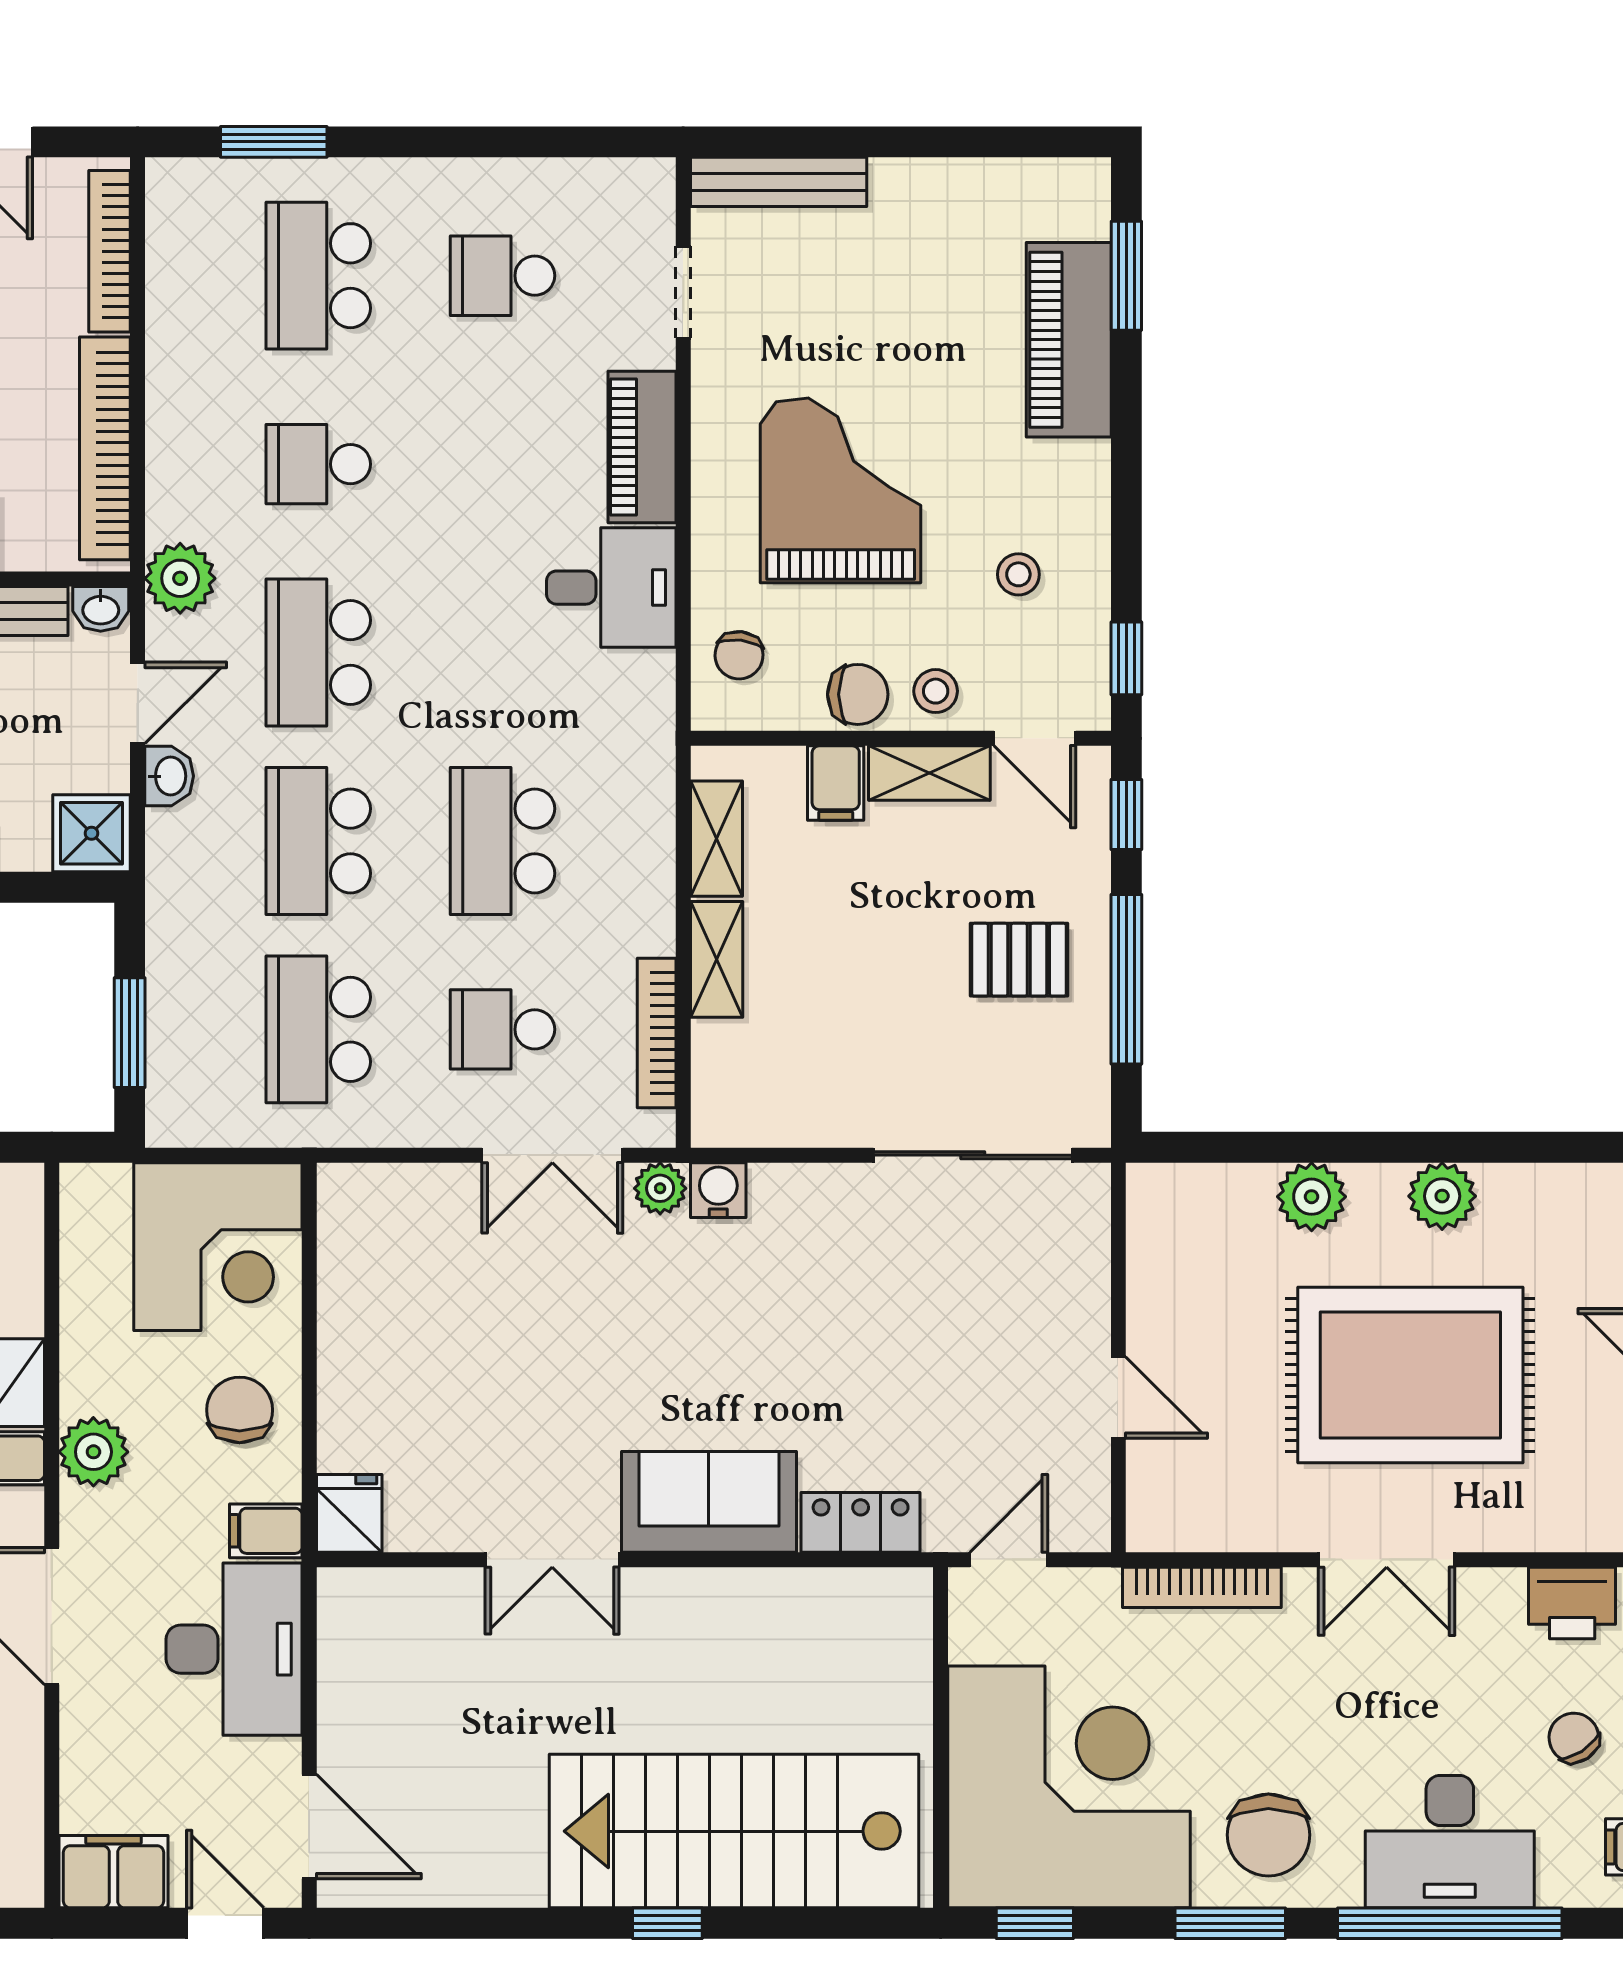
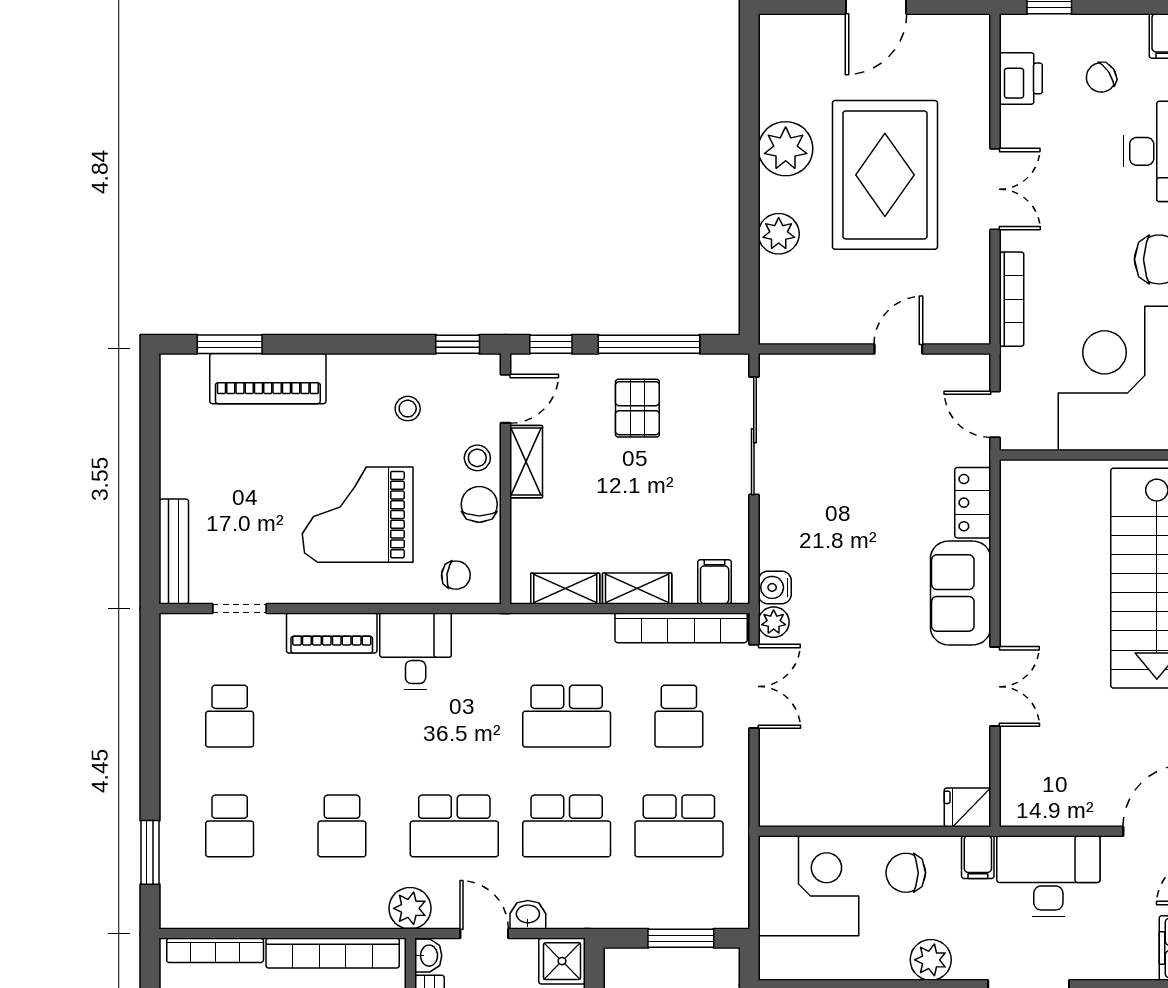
school desk: (318, 276) -> (230, 826), width x0.54
filing cabinet: (836, 783) -> (715, 582), moved, turned -90
bookcase: (657, 1033) -> (681, 628), width x1.48, depth x1.31
plant: (1442, 1196) -> (786, 149), width x1.36, depth x1.36

